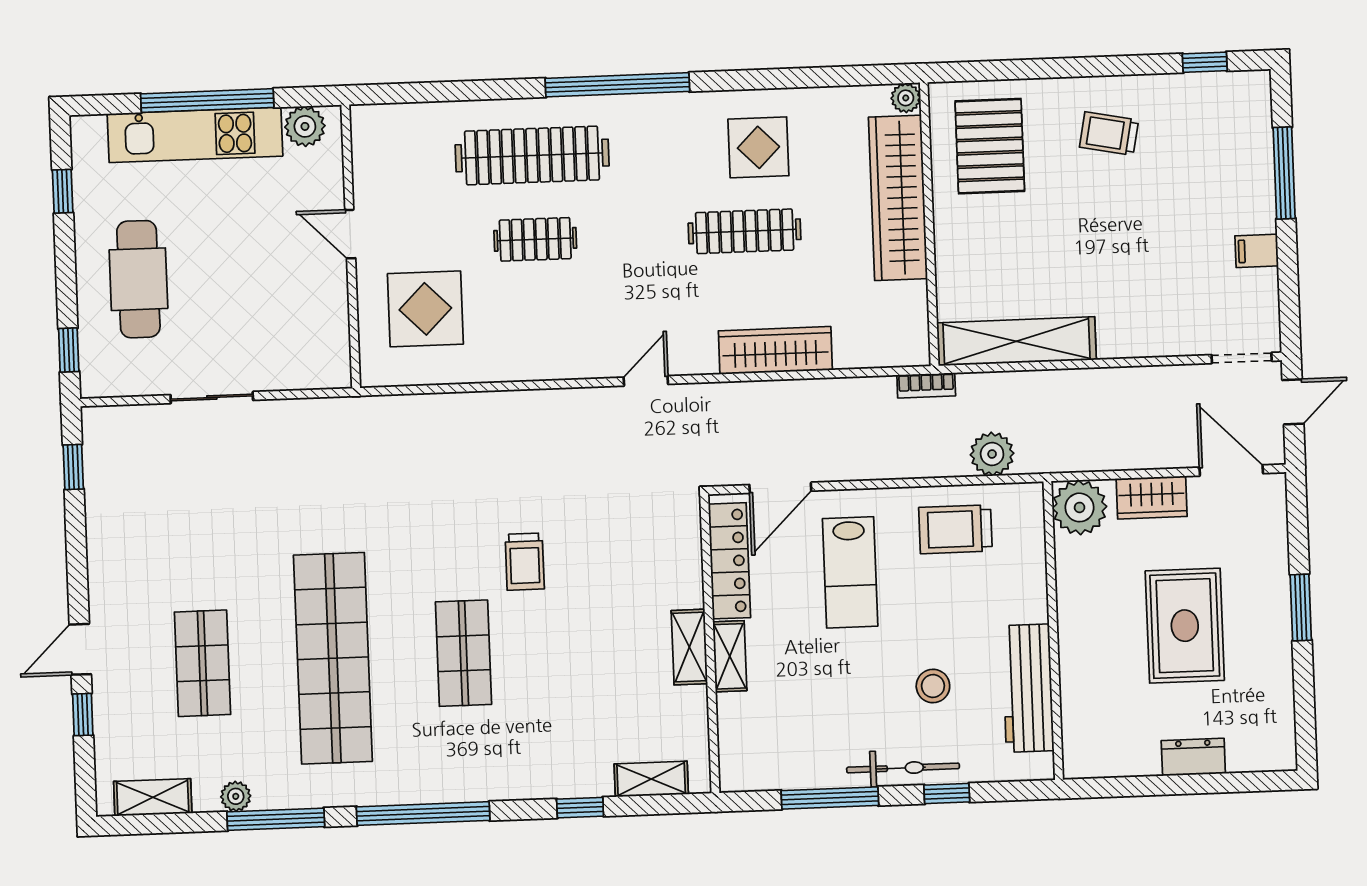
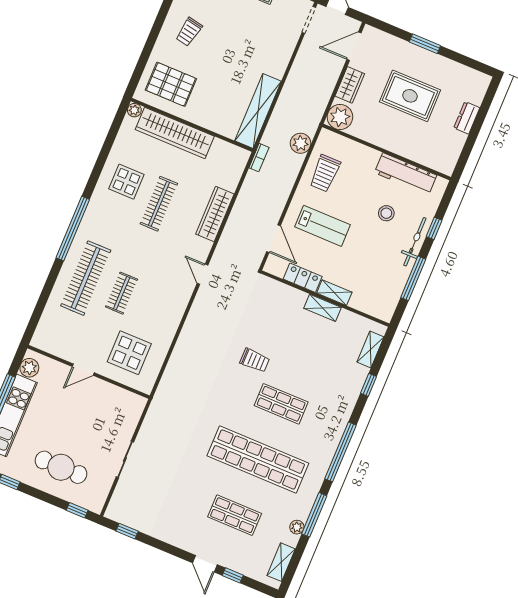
locker: (729, 561) -> (303, 278), width x0.66

